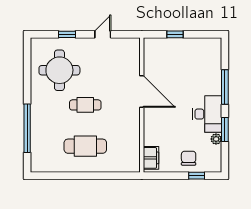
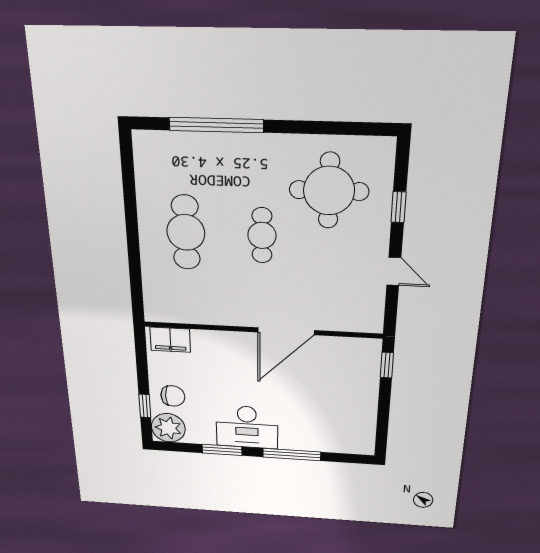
window: (175, 34) -> (387, 365), moved
plant: (216, 139) -> (168, 428), moved, width x1.87, depth x1.87

